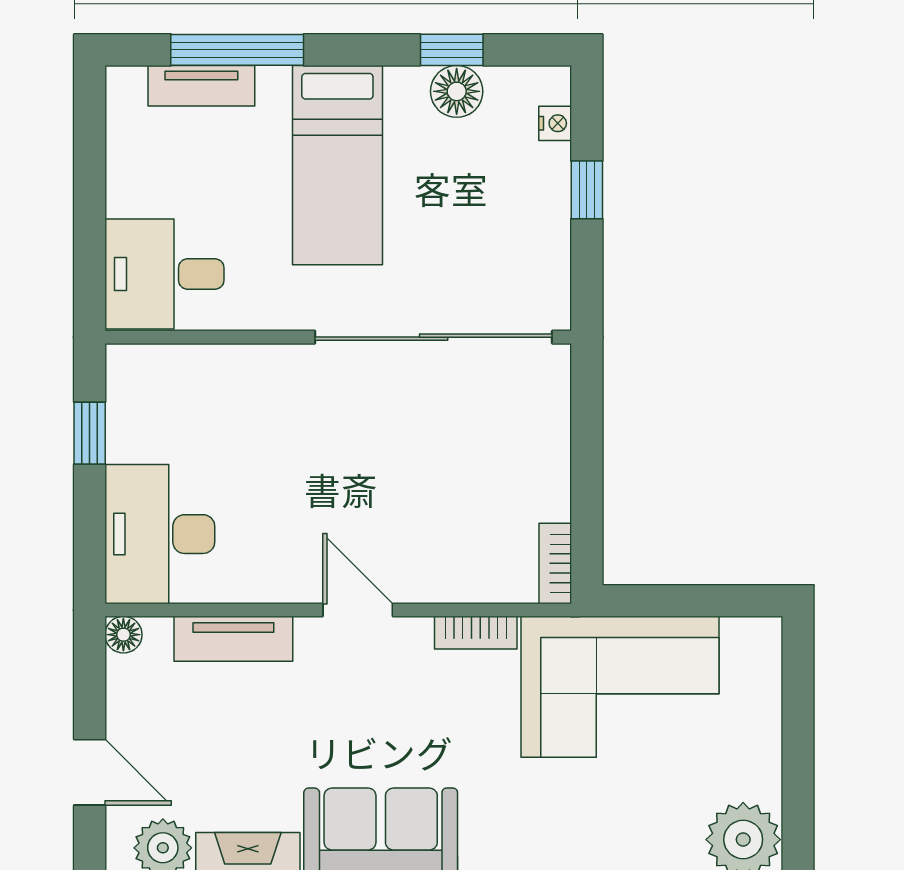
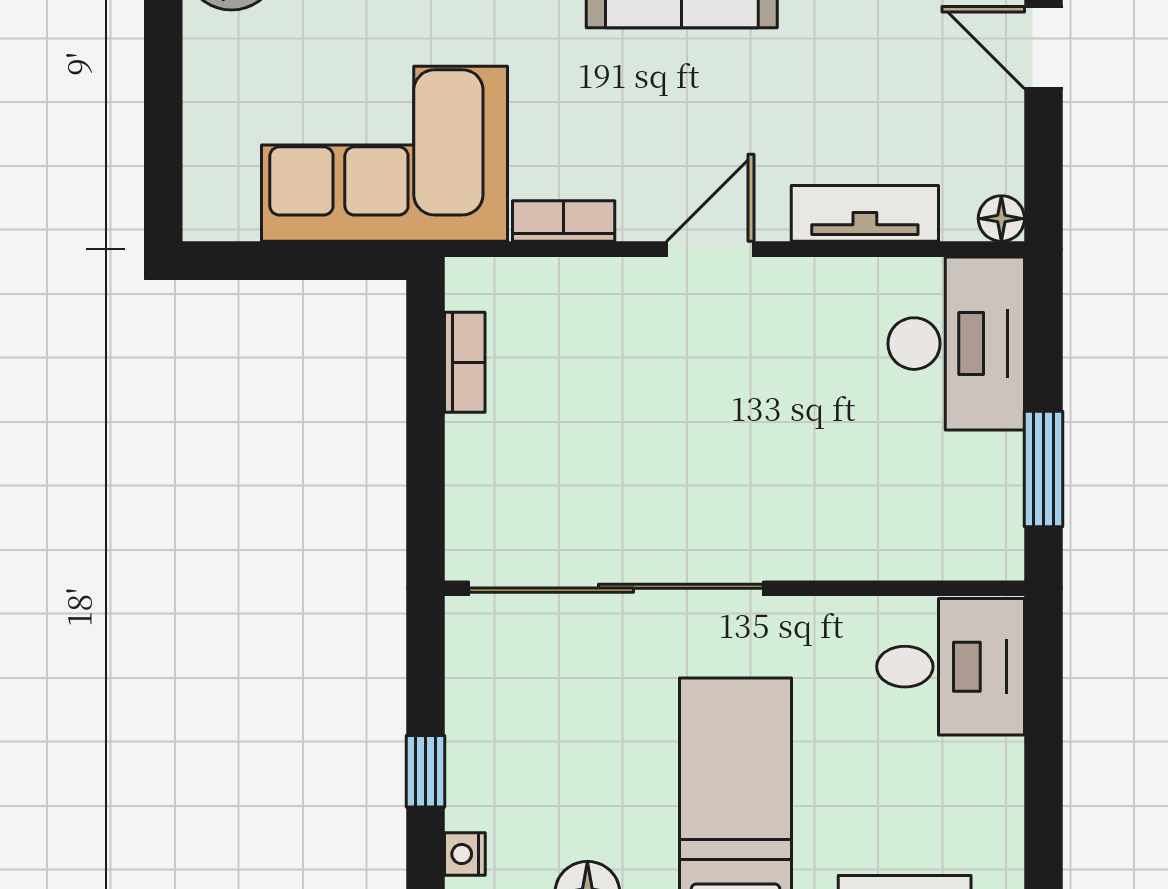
window: (90, 433) -> (1044, 469), width x1.50
bookcase: (555, 563) -> (465, 362), moved
door: (358, 610) -> (710, 249), swing flipped

